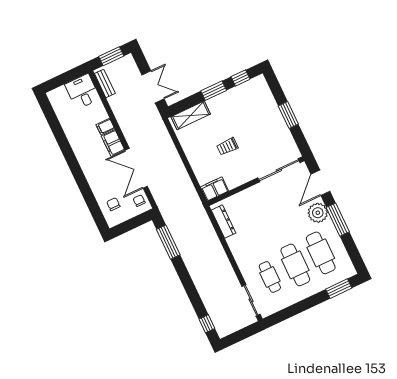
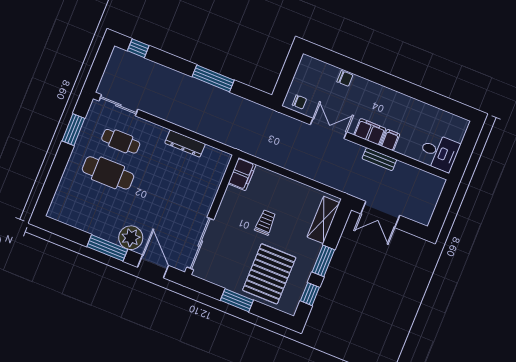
window: (111, 56) -> (443, 207), removed
bench: (105, 83) -> (379, 159), moved
pallet: (254, 113) -> (269, 274), added
double door: (136, 168) -> (328, 128), width x0.73
chair: (113, 204) -> (345, 78), moved
dresser: (224, 222) -> (185, 144), moved
window: (168, 242) -> (213, 78), moved
cafe table: (321, 253) -> (95, 204), removed
window: (339, 289) -> (73, 130), moved

